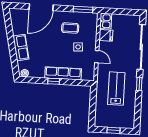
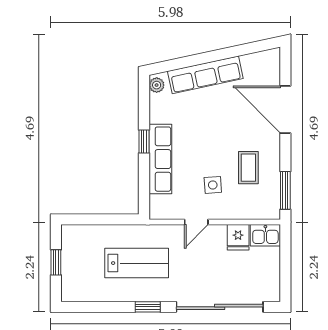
row of seats: (21, 48) -> (205, 75), width x1.48

